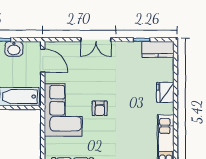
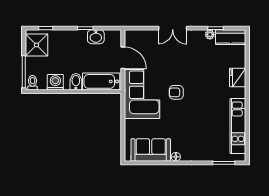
plant: (136, 47) -> (210, 35), added
door: (43, 60) -> (123, 58), moved
armchair: (100, 108) -> (176, 92), turned 90

